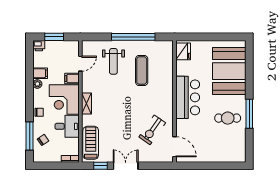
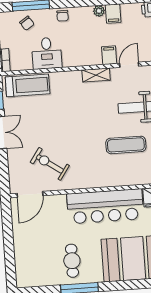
door: (80, 64) -> (129, 65), swing flipped
bar counter: (188, 97) -> (105, 206), width x1.36
corner desk: (64, 100) -> (81, 47), removed
shelving: (86, 103) -> (96, 75), moved

